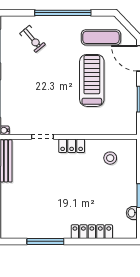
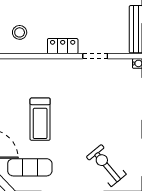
exercise bike: (33, 39) -> (106, 166), width x1.38, depth x1.39
treadmill: (92, 80) -> (40, 119), width x0.73, depth x0.73

